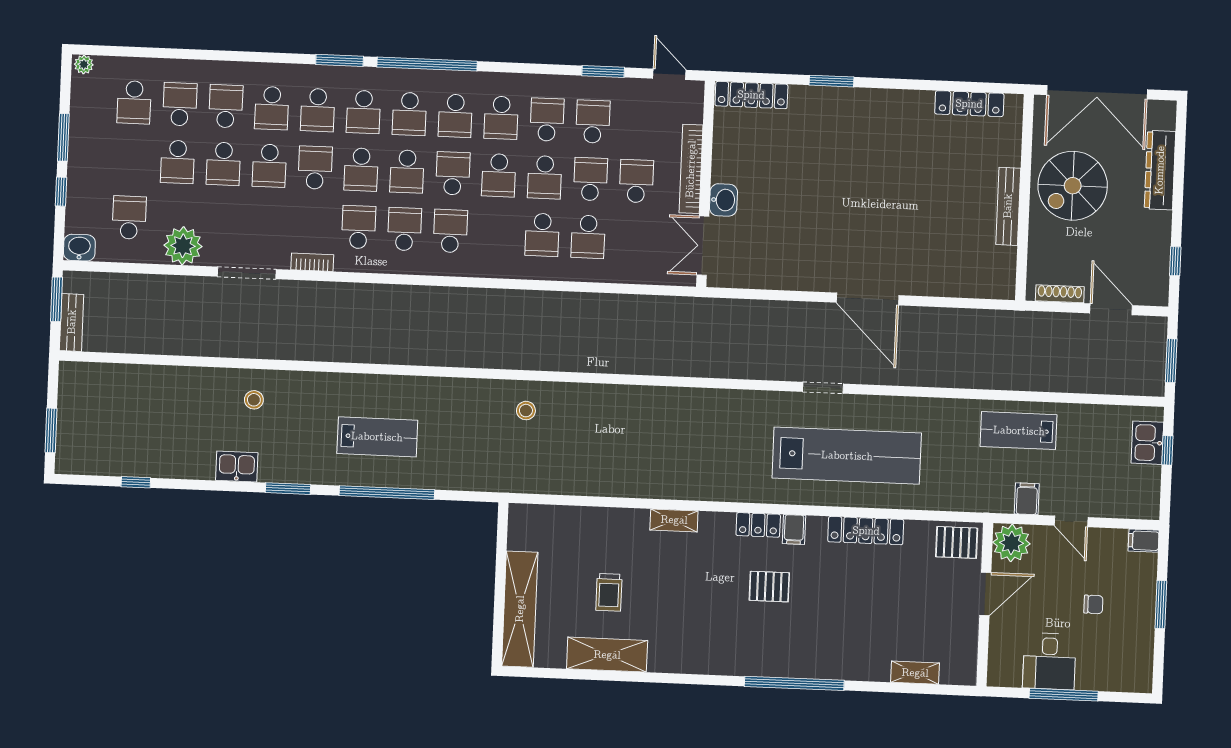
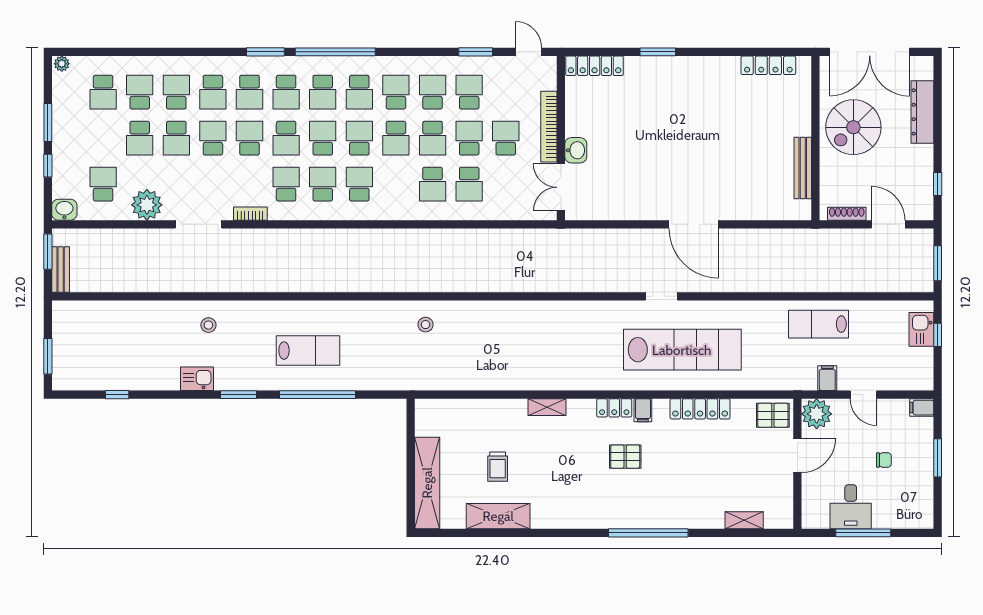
school desk: (501, 118) -> (396, 92), turned 180
school desk: (269, 166) -> (213, 138), turned 180
school desk: (407, 171) -> (323, 138), turned 180
bench: (1008, 206) -> (803, 168), moved

